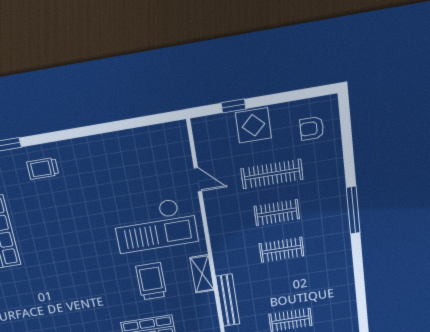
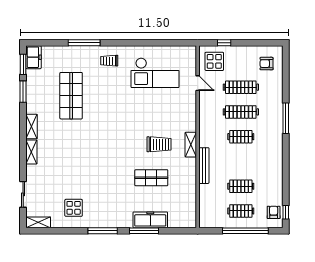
display table: (253, 125) -> (214, 61), moved
clothes rail: (277, 213) -> (241, 112), width x1.36
checkout: (155, 225) -> (155, 73), moved
trolley: (151, 281) -> (159, 144), turned 90

